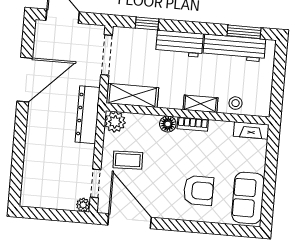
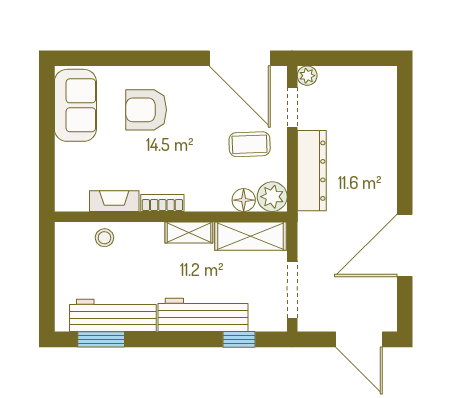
workbench: (179, 44) -> (203, 315), width x1.38
shelving: (200, 104) -> (189, 232), moved
dresser: (88, 115) -> (312, 171), moved
floor lamp: (168, 124) -> (244, 200), moved
fireplace: (251, 130) -> (114, 201), moved

